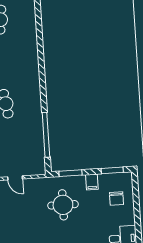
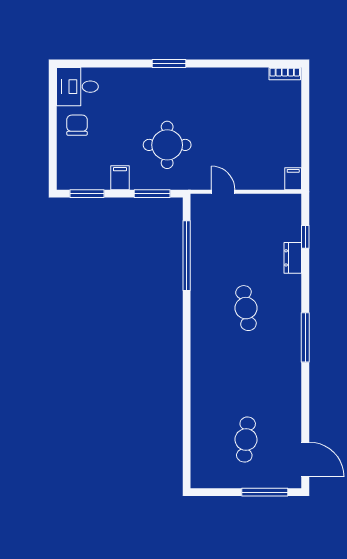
door: (15, 178) -> (223, 192), moved
chair: (116, 198) -> (77, 125), moved

